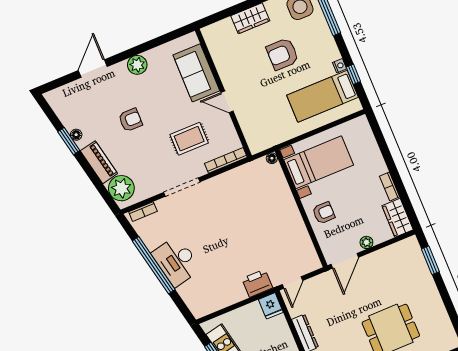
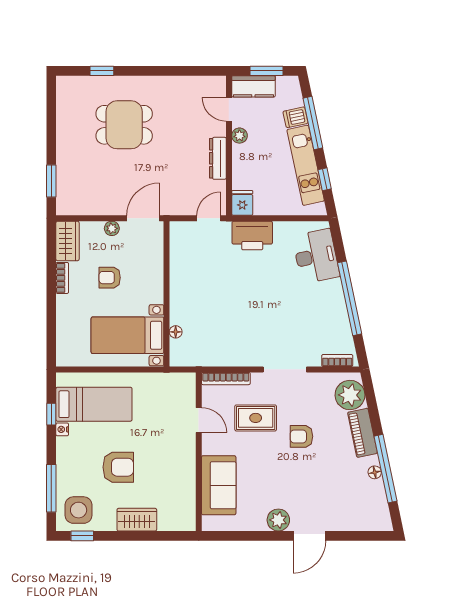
door: (93, 68) -> (309, 536), moved
door: (227, 102) -> (199, 420), moved
armchair: (130, 120) -> (301, 436), moved
window: (69, 141) -> (385, 469), width x2.11
floor lamp: (272, 158) -> (176, 332), moved
armchair: (324, 213) -> (110, 278), moved
desk: (176, 261) -> (316, 256), moved
printer: (257, 283) -> (252, 236), width x1.37, depth x1.19

